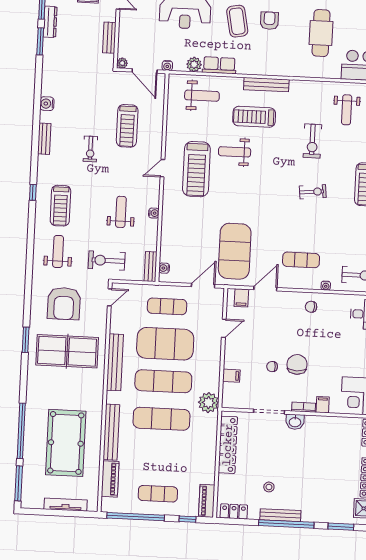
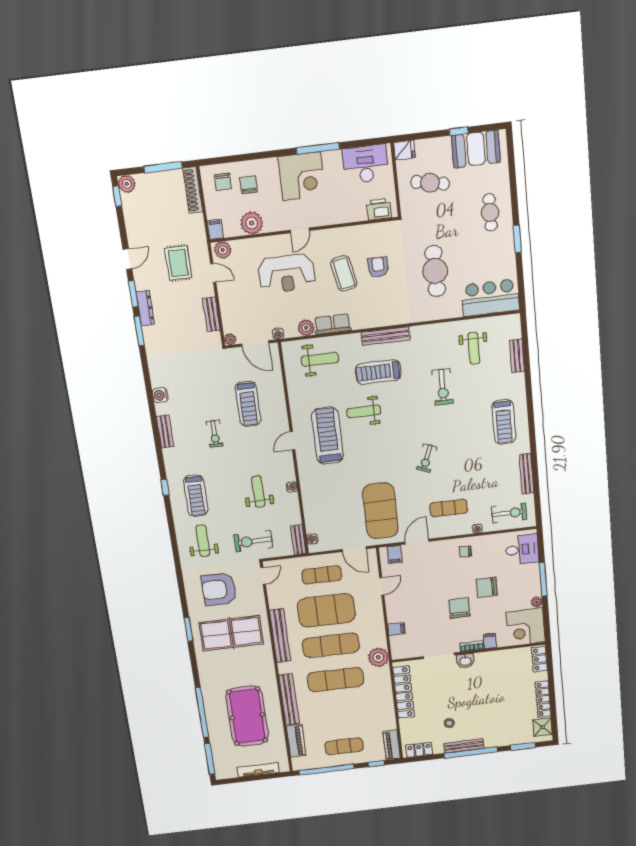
treadmill: (196, 169) -> (327, 436), turned 180
exercise bike: (313, 192) -> (427, 458), moved, turned 117
door: (203, 286) -> (354, 549), swing flipped
armchair: (64, 304) -> (219, 589), turned 90
chair: (272, 367) -> (487, 587), moved, width x1.87, depth x1.87

